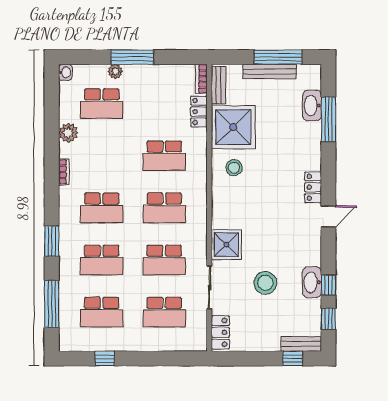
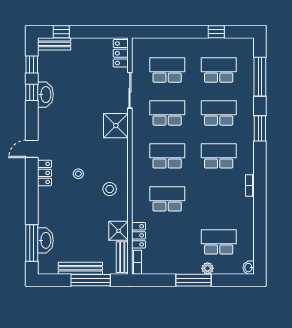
window: (278, 57) -> (91, 280), moved
window: (328, 119) -> (32, 243), moved
shower: (233, 127) -> (119, 231), width x0.54, depth x0.54
plant: (68, 133) -> (246, 218), removed
stool: (265, 283) -> (78, 174), moved, width x0.53, depth x0.53

